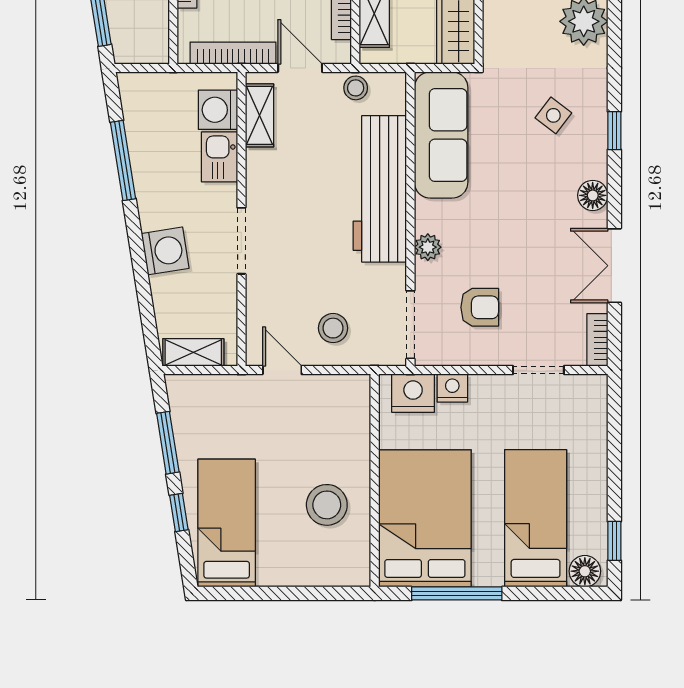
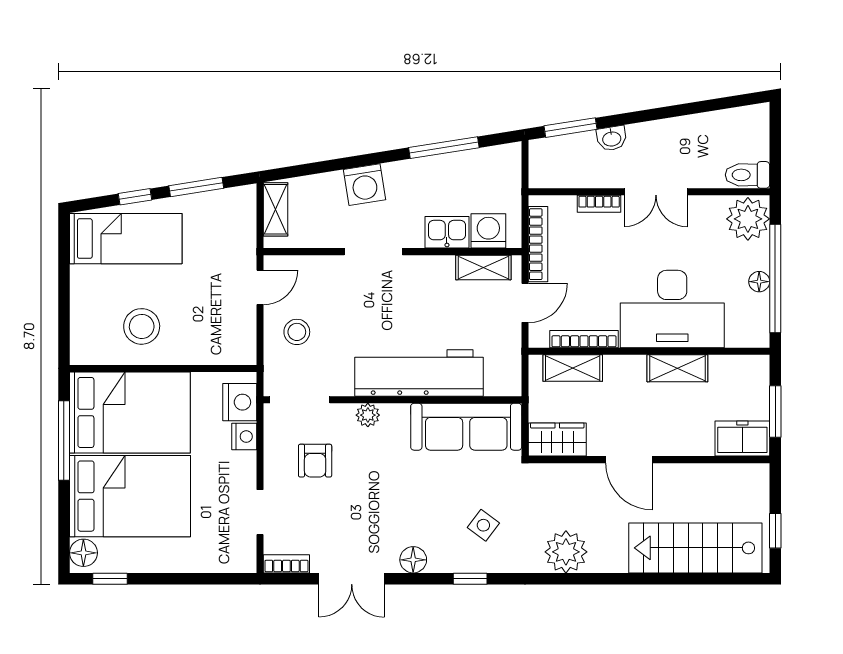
stool: (356, 88) -> (508, 352), removed
double door: (614, 266) -> (352, 579), swing flipped
bed: (536, 518) -> (130, 496), width x1.50

